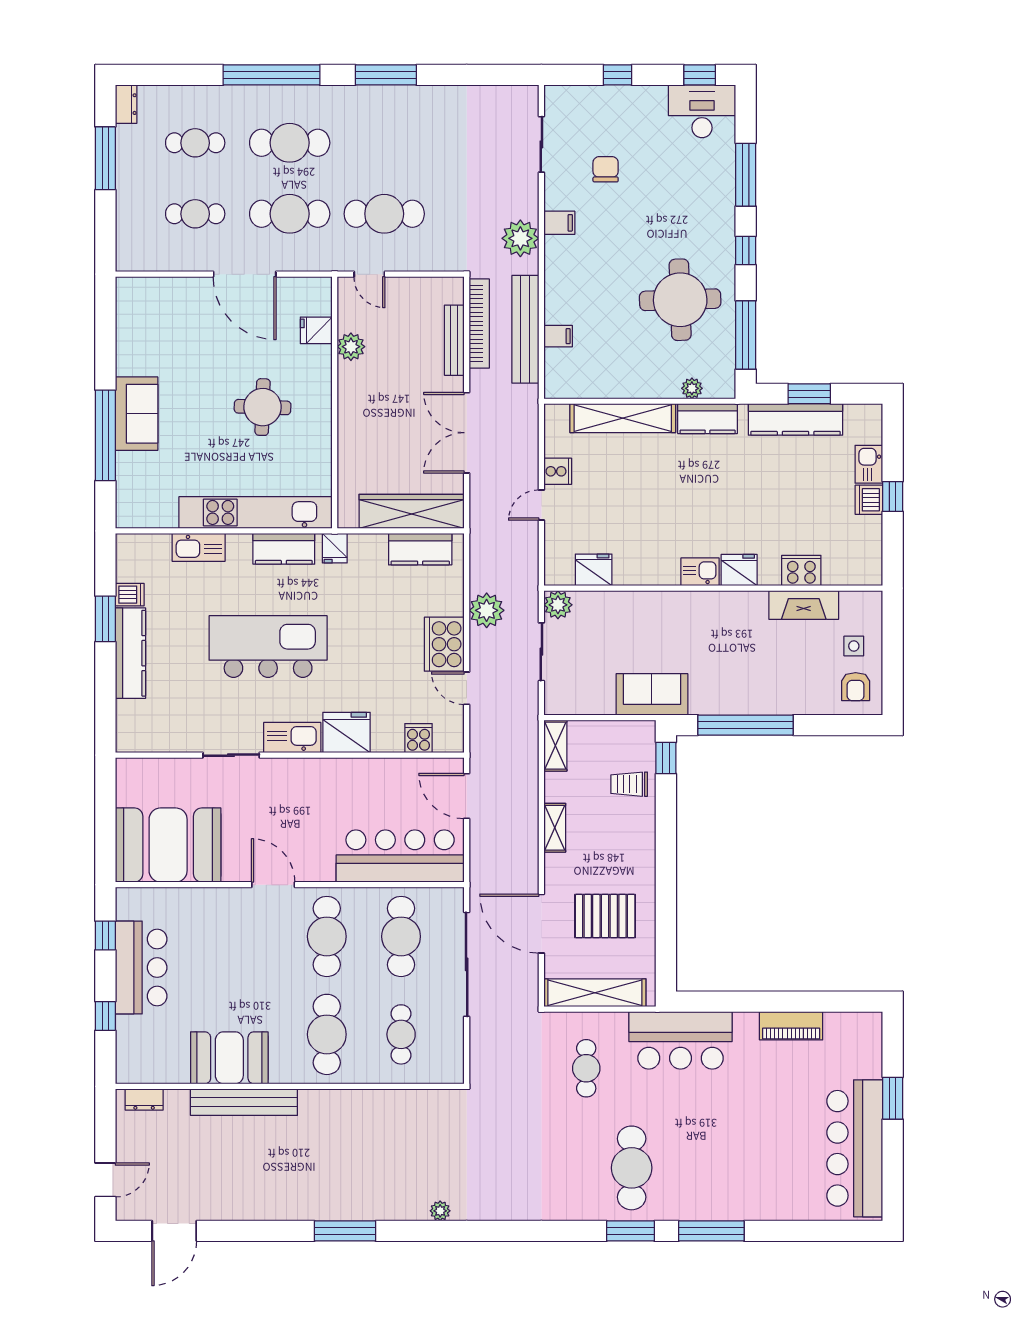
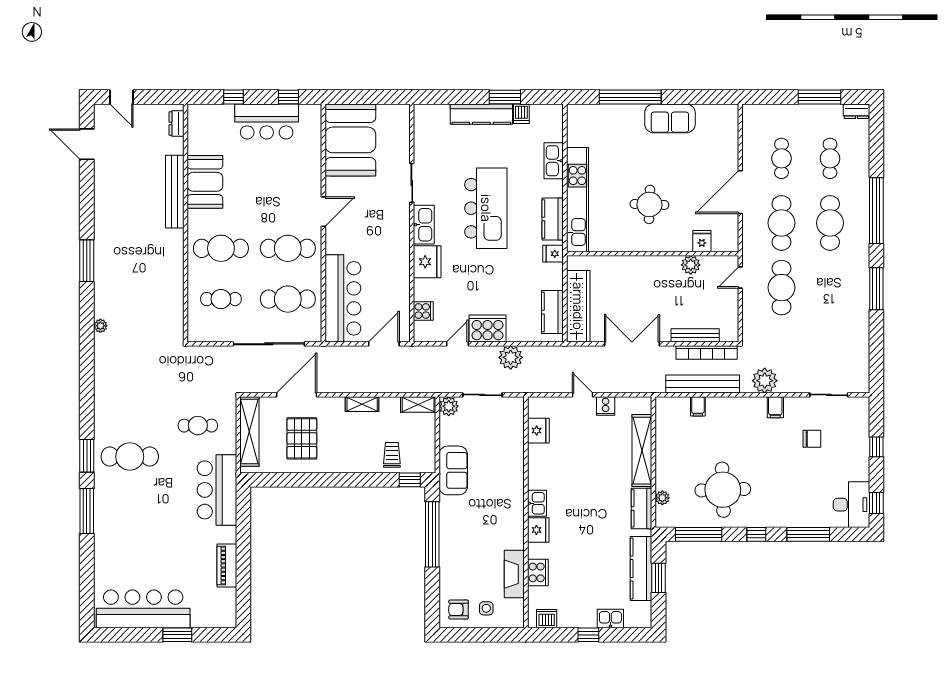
sofa: (137, 414) -> (670, 118), moved
dishwasher: (869, 500) -> (547, 619), moved
plant: (558, 605) -> (449, 406), moved

